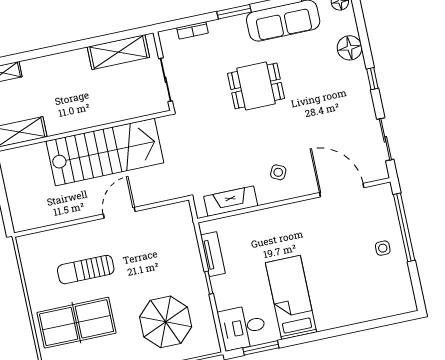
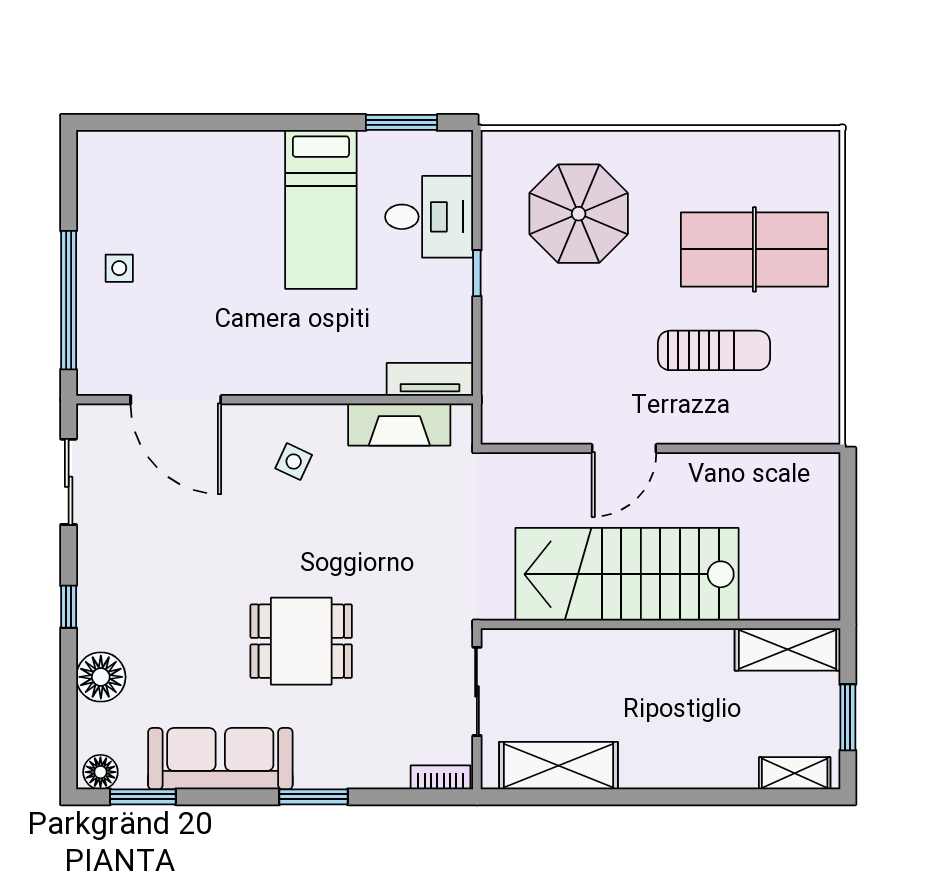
bookcase: (192, 30) -> (440, 777), moved
tv unit: (213, 254) -> (430, 379), moved, turned 90
desk: (242, 327) -> (429, 217), moved

